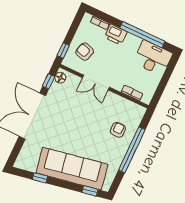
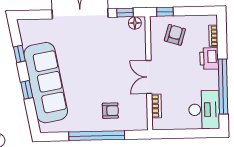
double door: (96, 82) -> (149, 77), moved
window: (90, 191) -> (27, 90), moved

